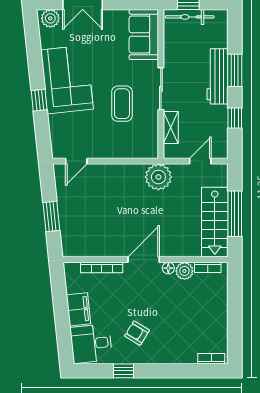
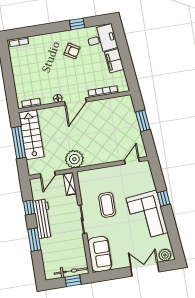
workbench: (218, 76) -> (43, 219), moved
shelving: (171, 127) -> (70, 184), moved
plant: (184, 271) -> (47, 98), removed

